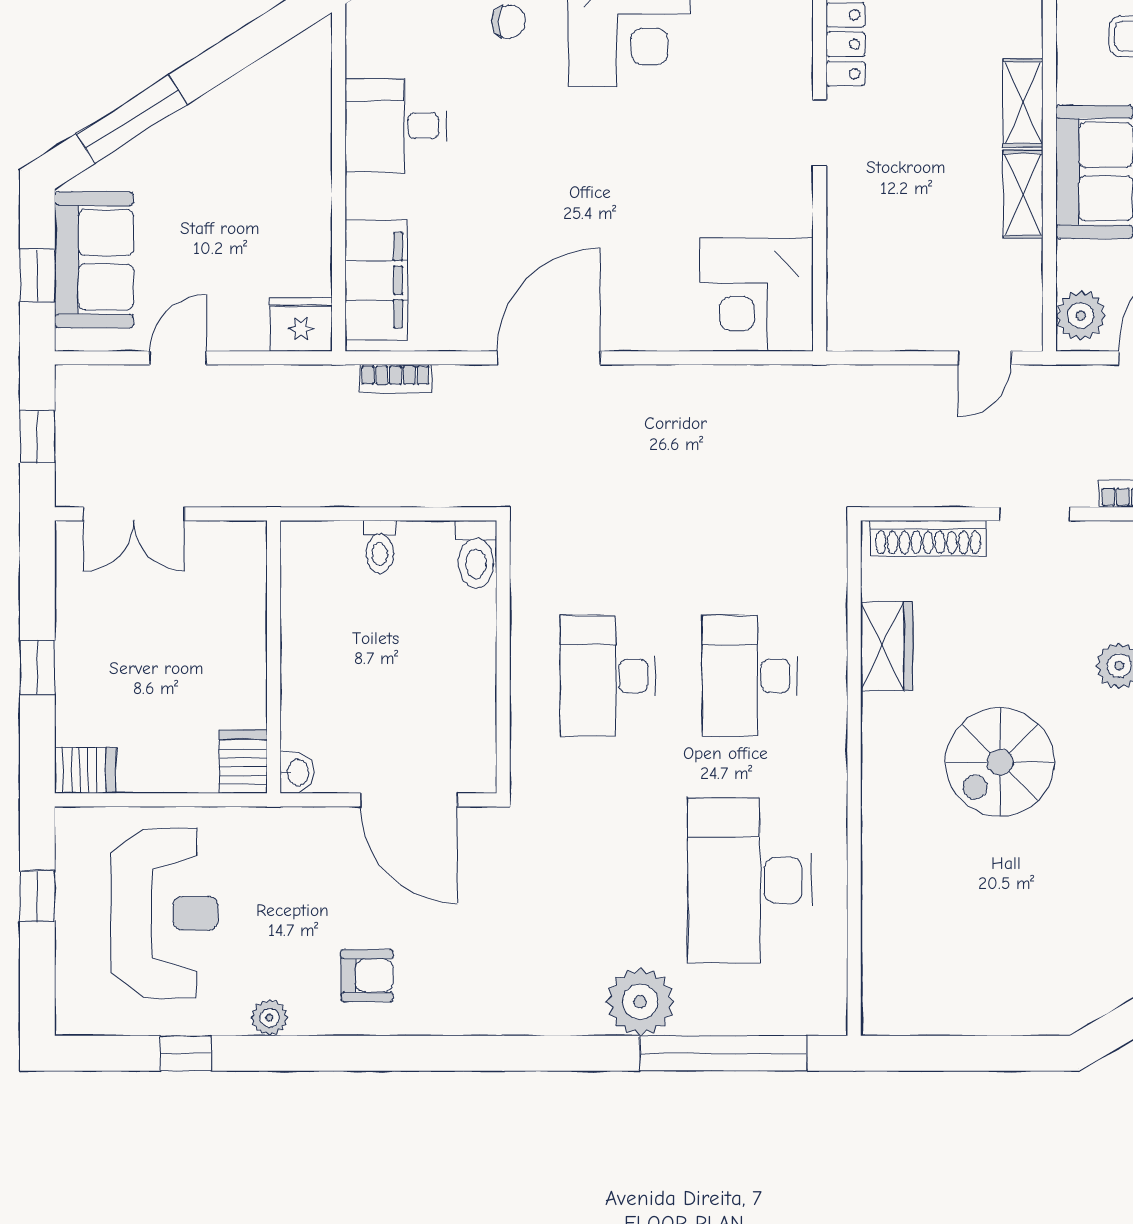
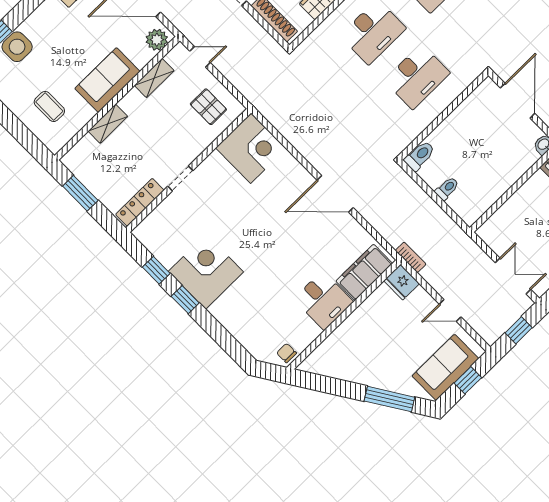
chair: (509, 21) -> (287, 353), moved
desk: (396, 126) -> (323, 300), moved
shelving: (1023, 194) -> (154, 78), moved
pallet: (891, 292) -> (208, 107), added
bookcase: (395, 379) -> (411, 257), moved

